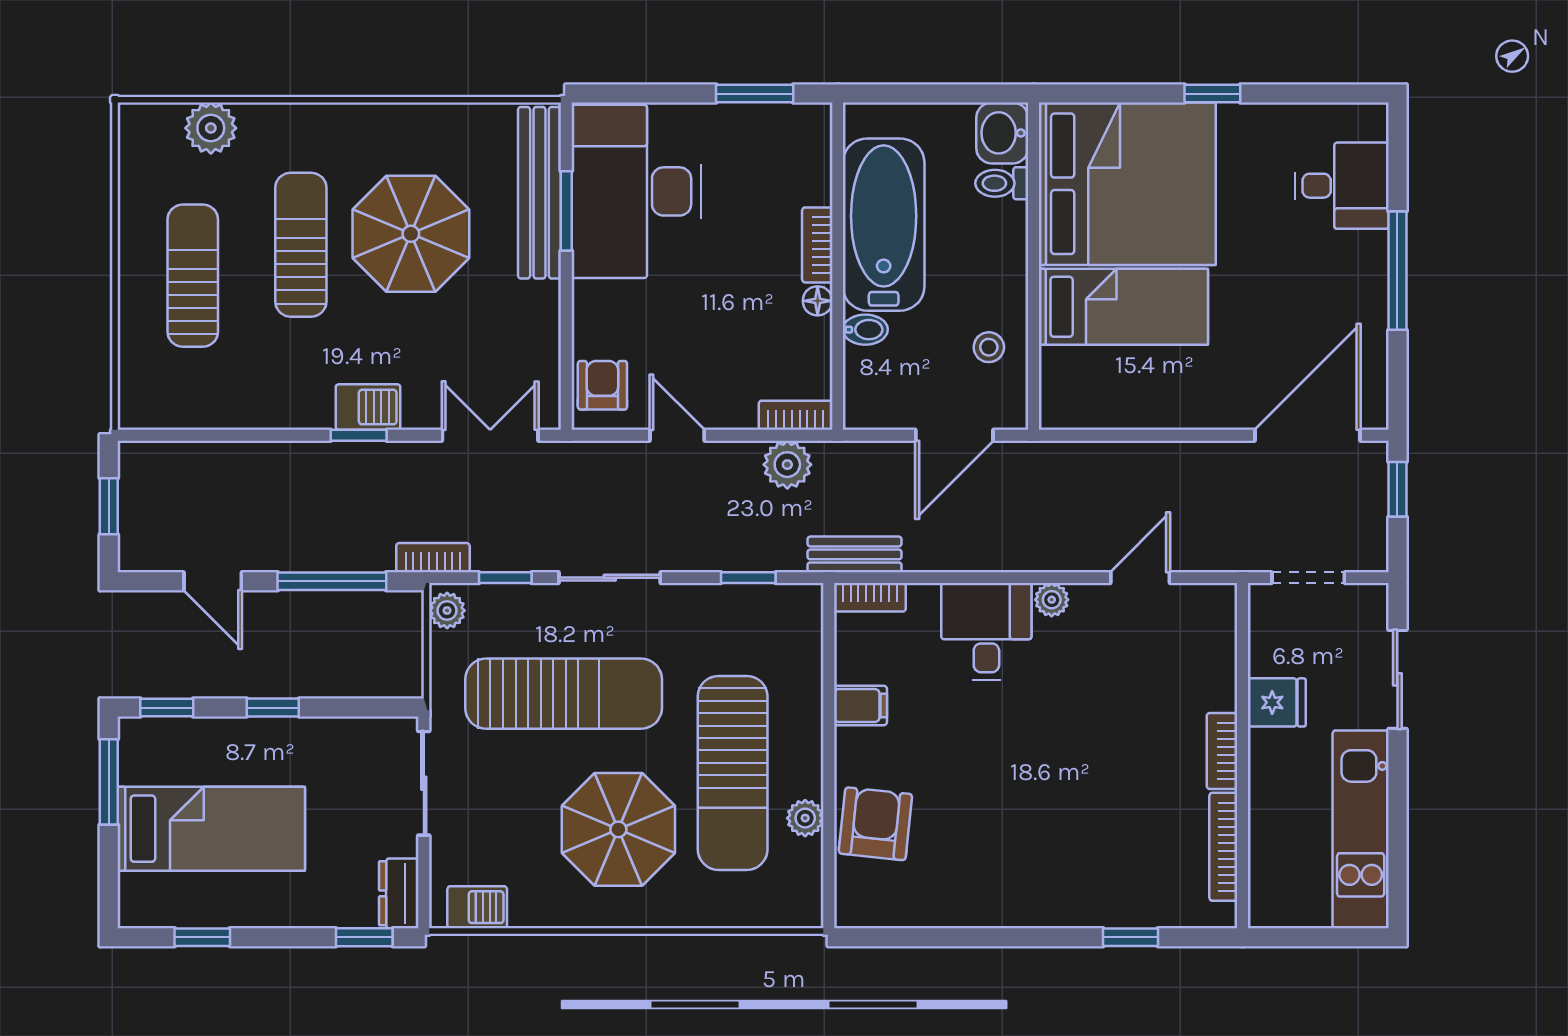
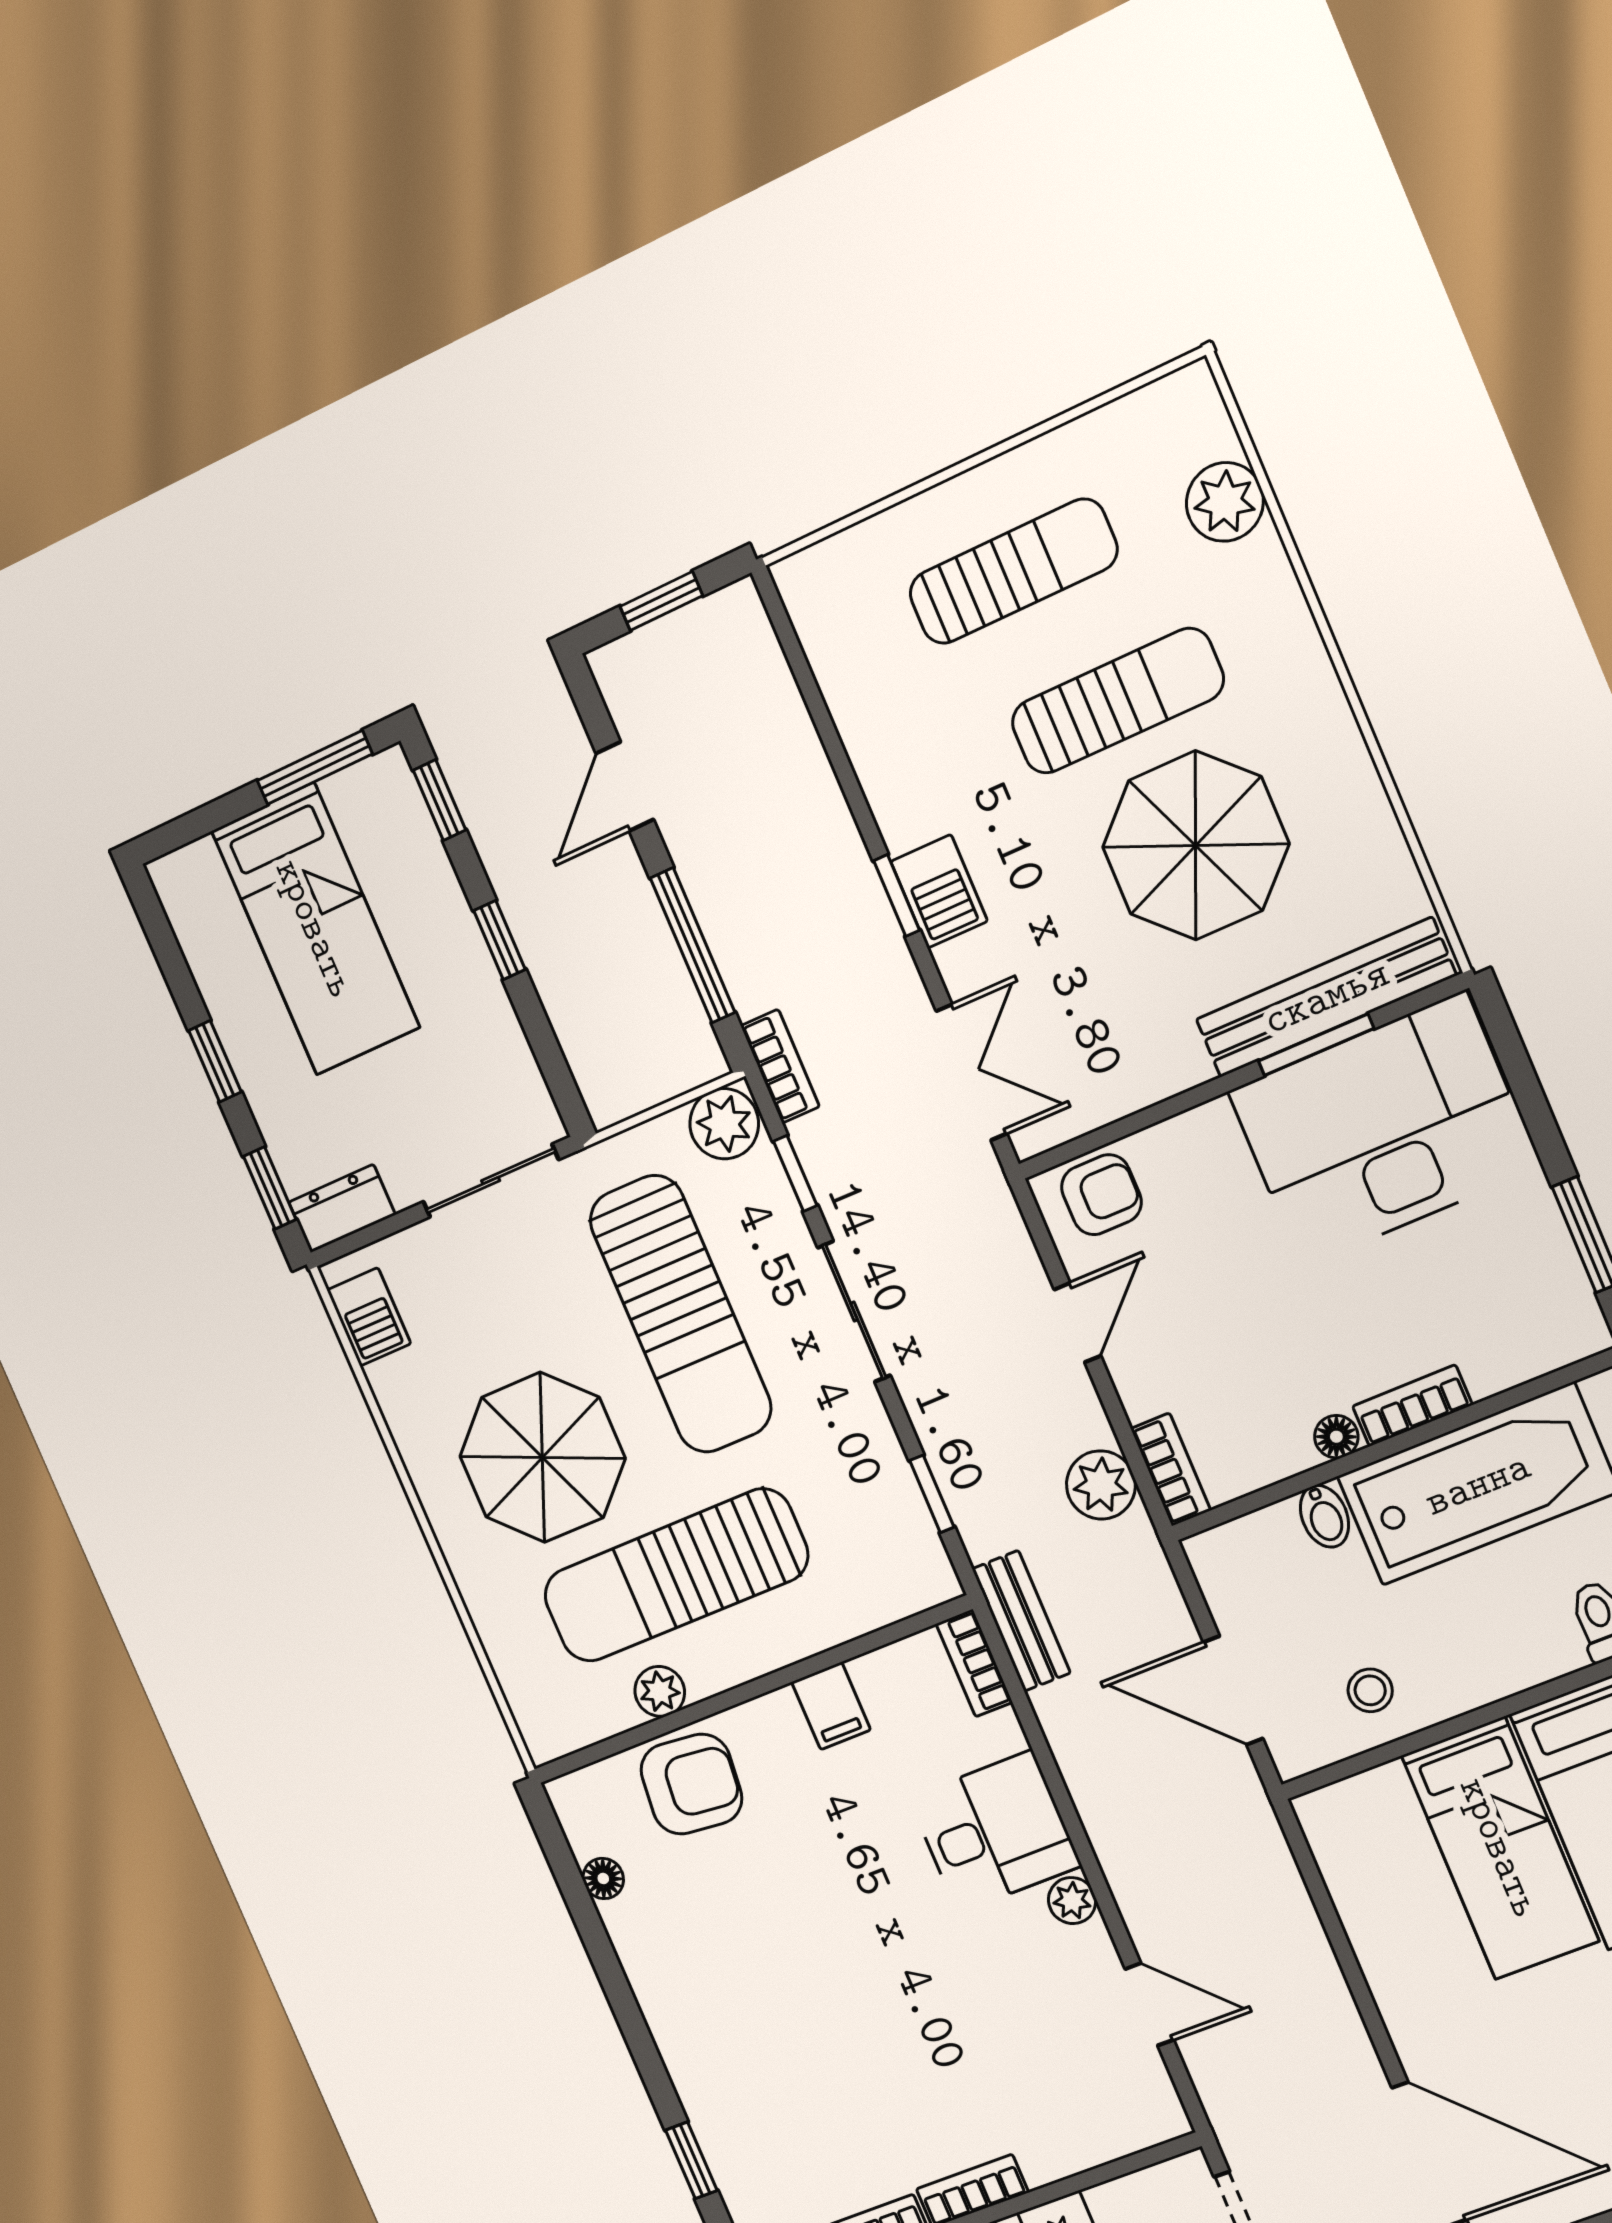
plant: (447, 611) -> (724, 1124), width x1.38, depth x1.38
floor lamp: (915, 913) -> (603, 1878), added
window: (202, 937) -> (215, 1061), moved

